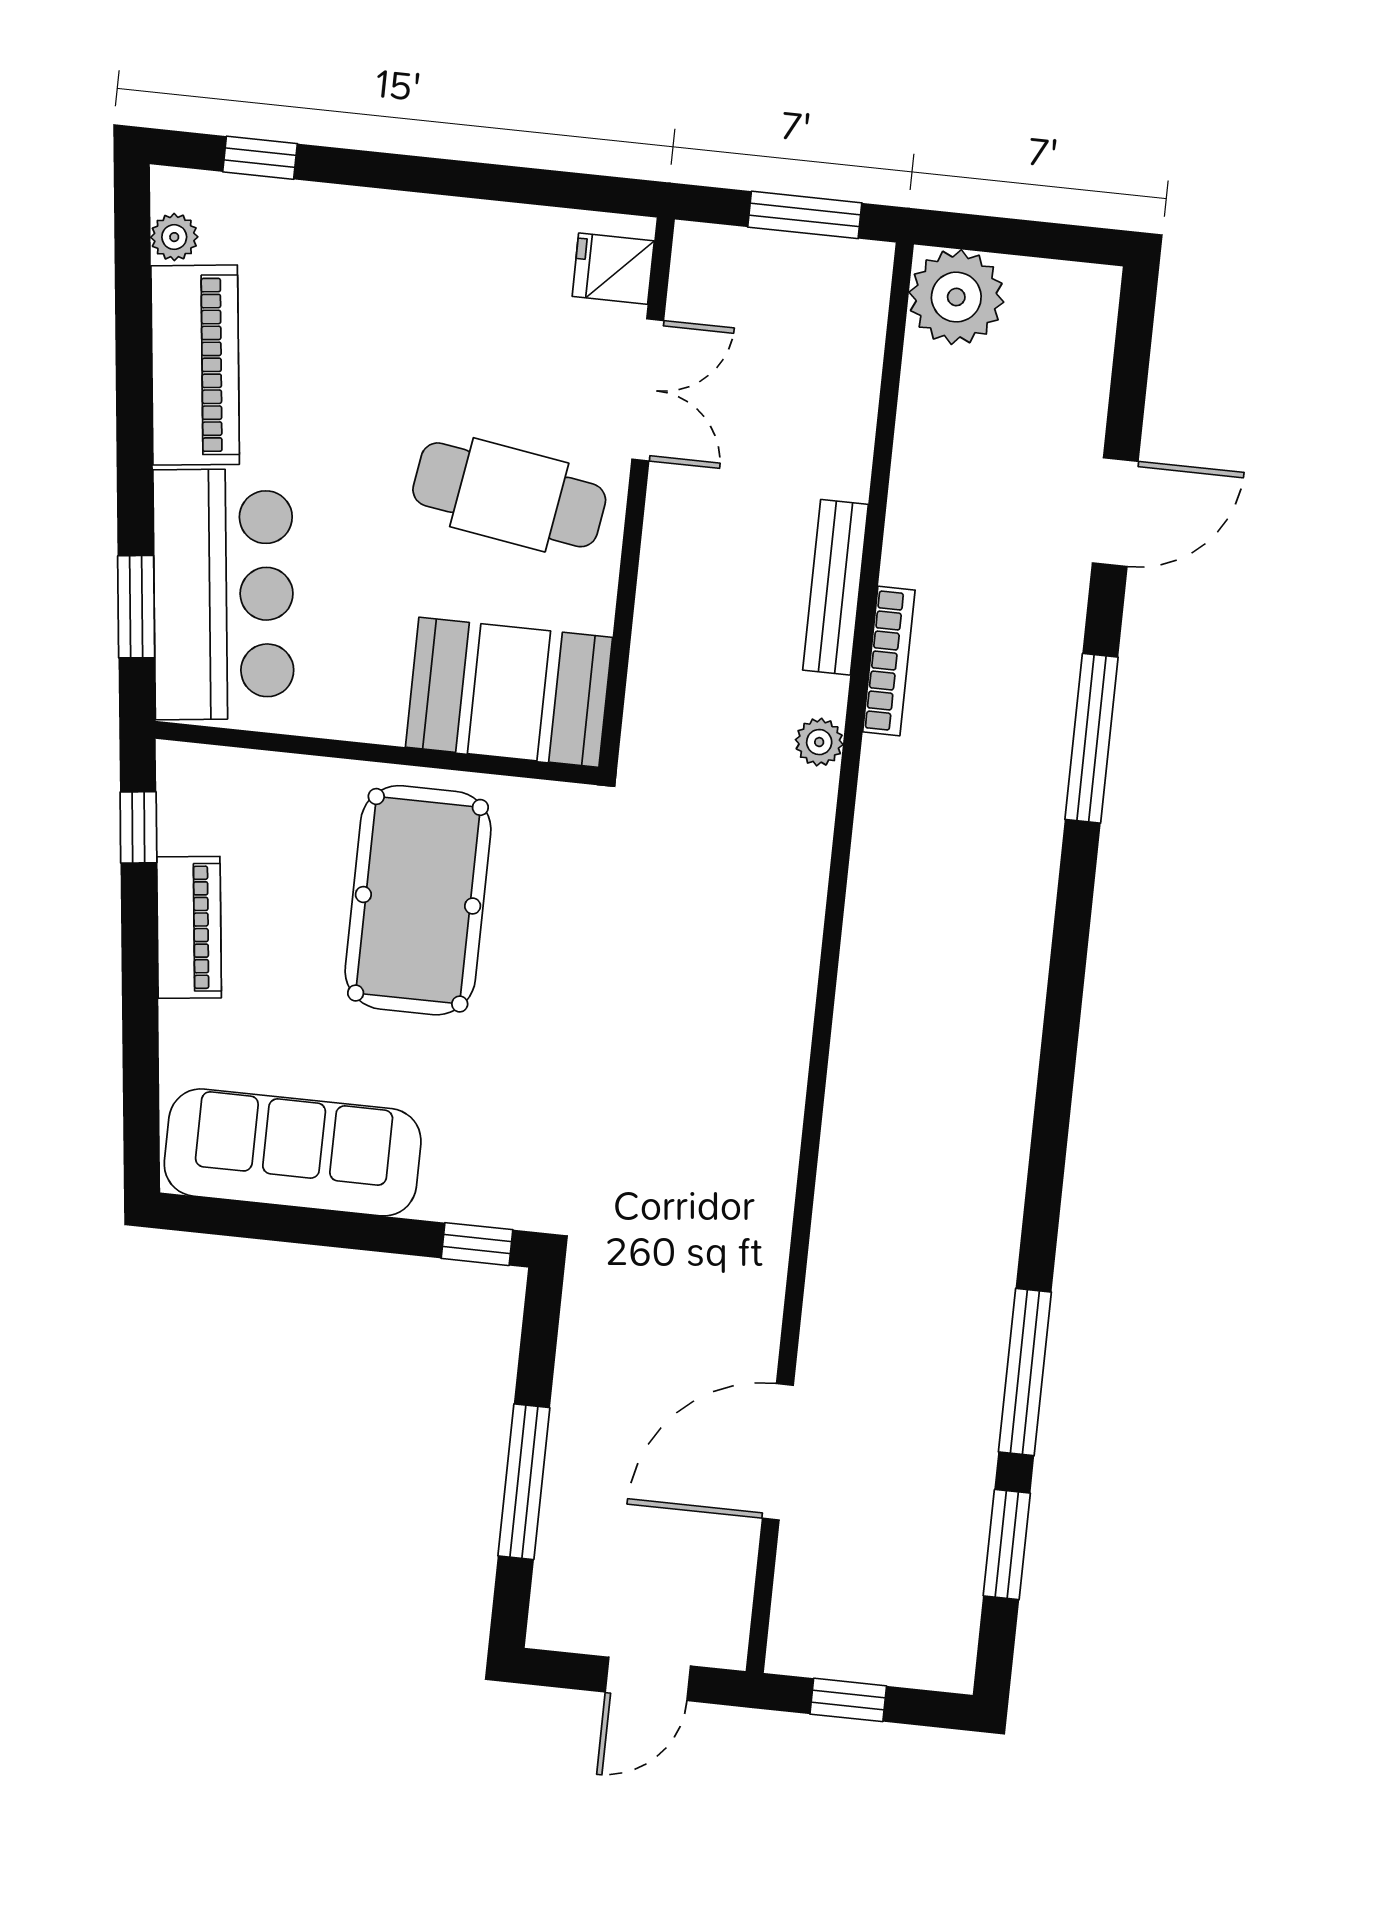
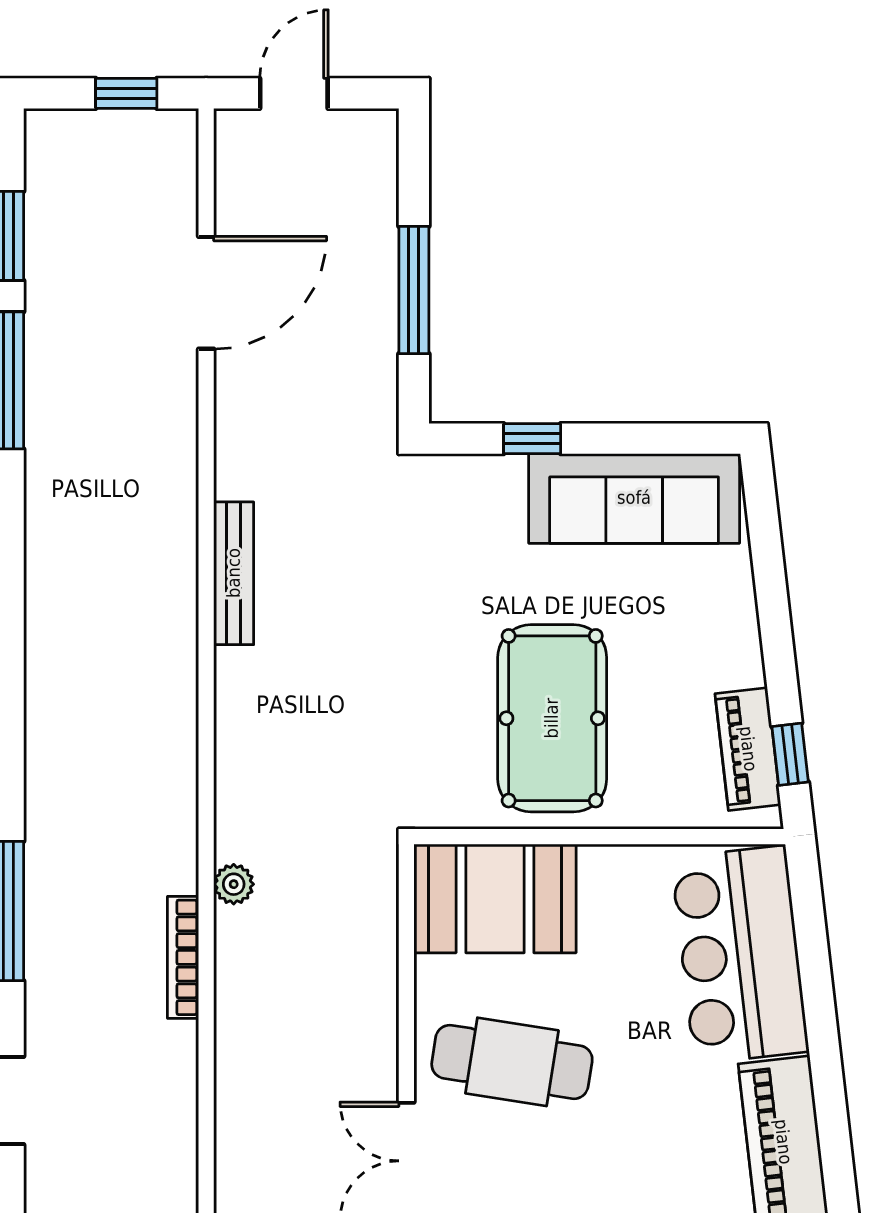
bench: (835, 587) -> (234, 573), moved
window: (136, 607) -> (811, 937), removed
piano: (189, 927) -> (748, 749), moved
window: (477, 1244) -> (532, 439), moved
window: (524, 1482) -> (414, 290), moved

